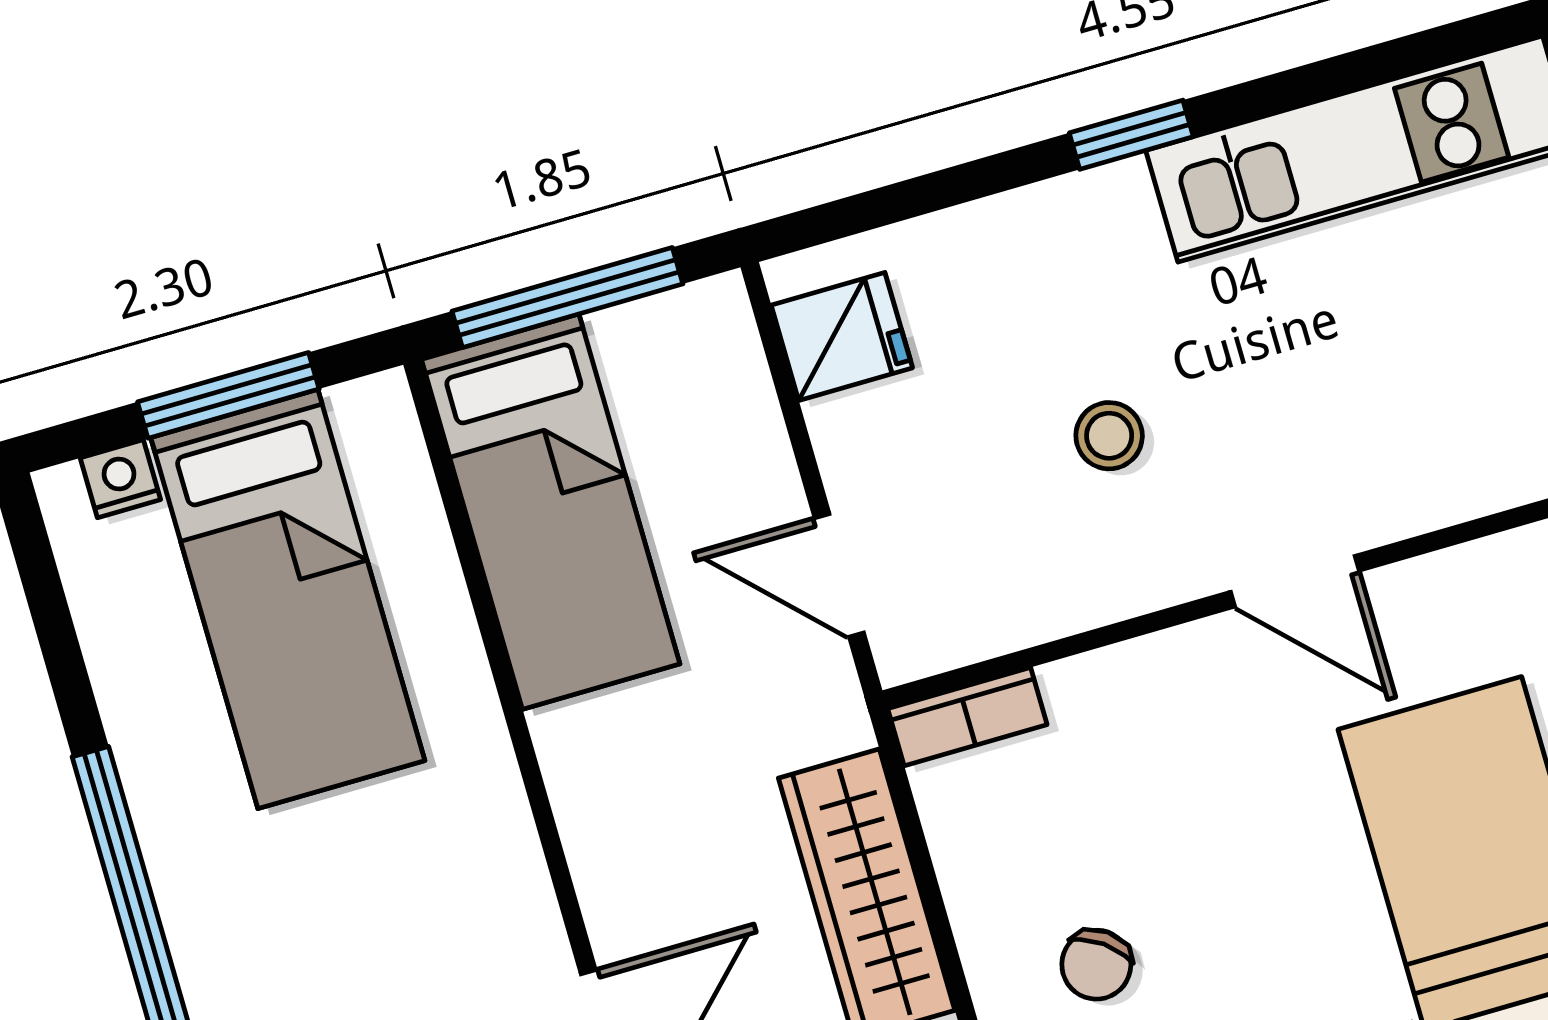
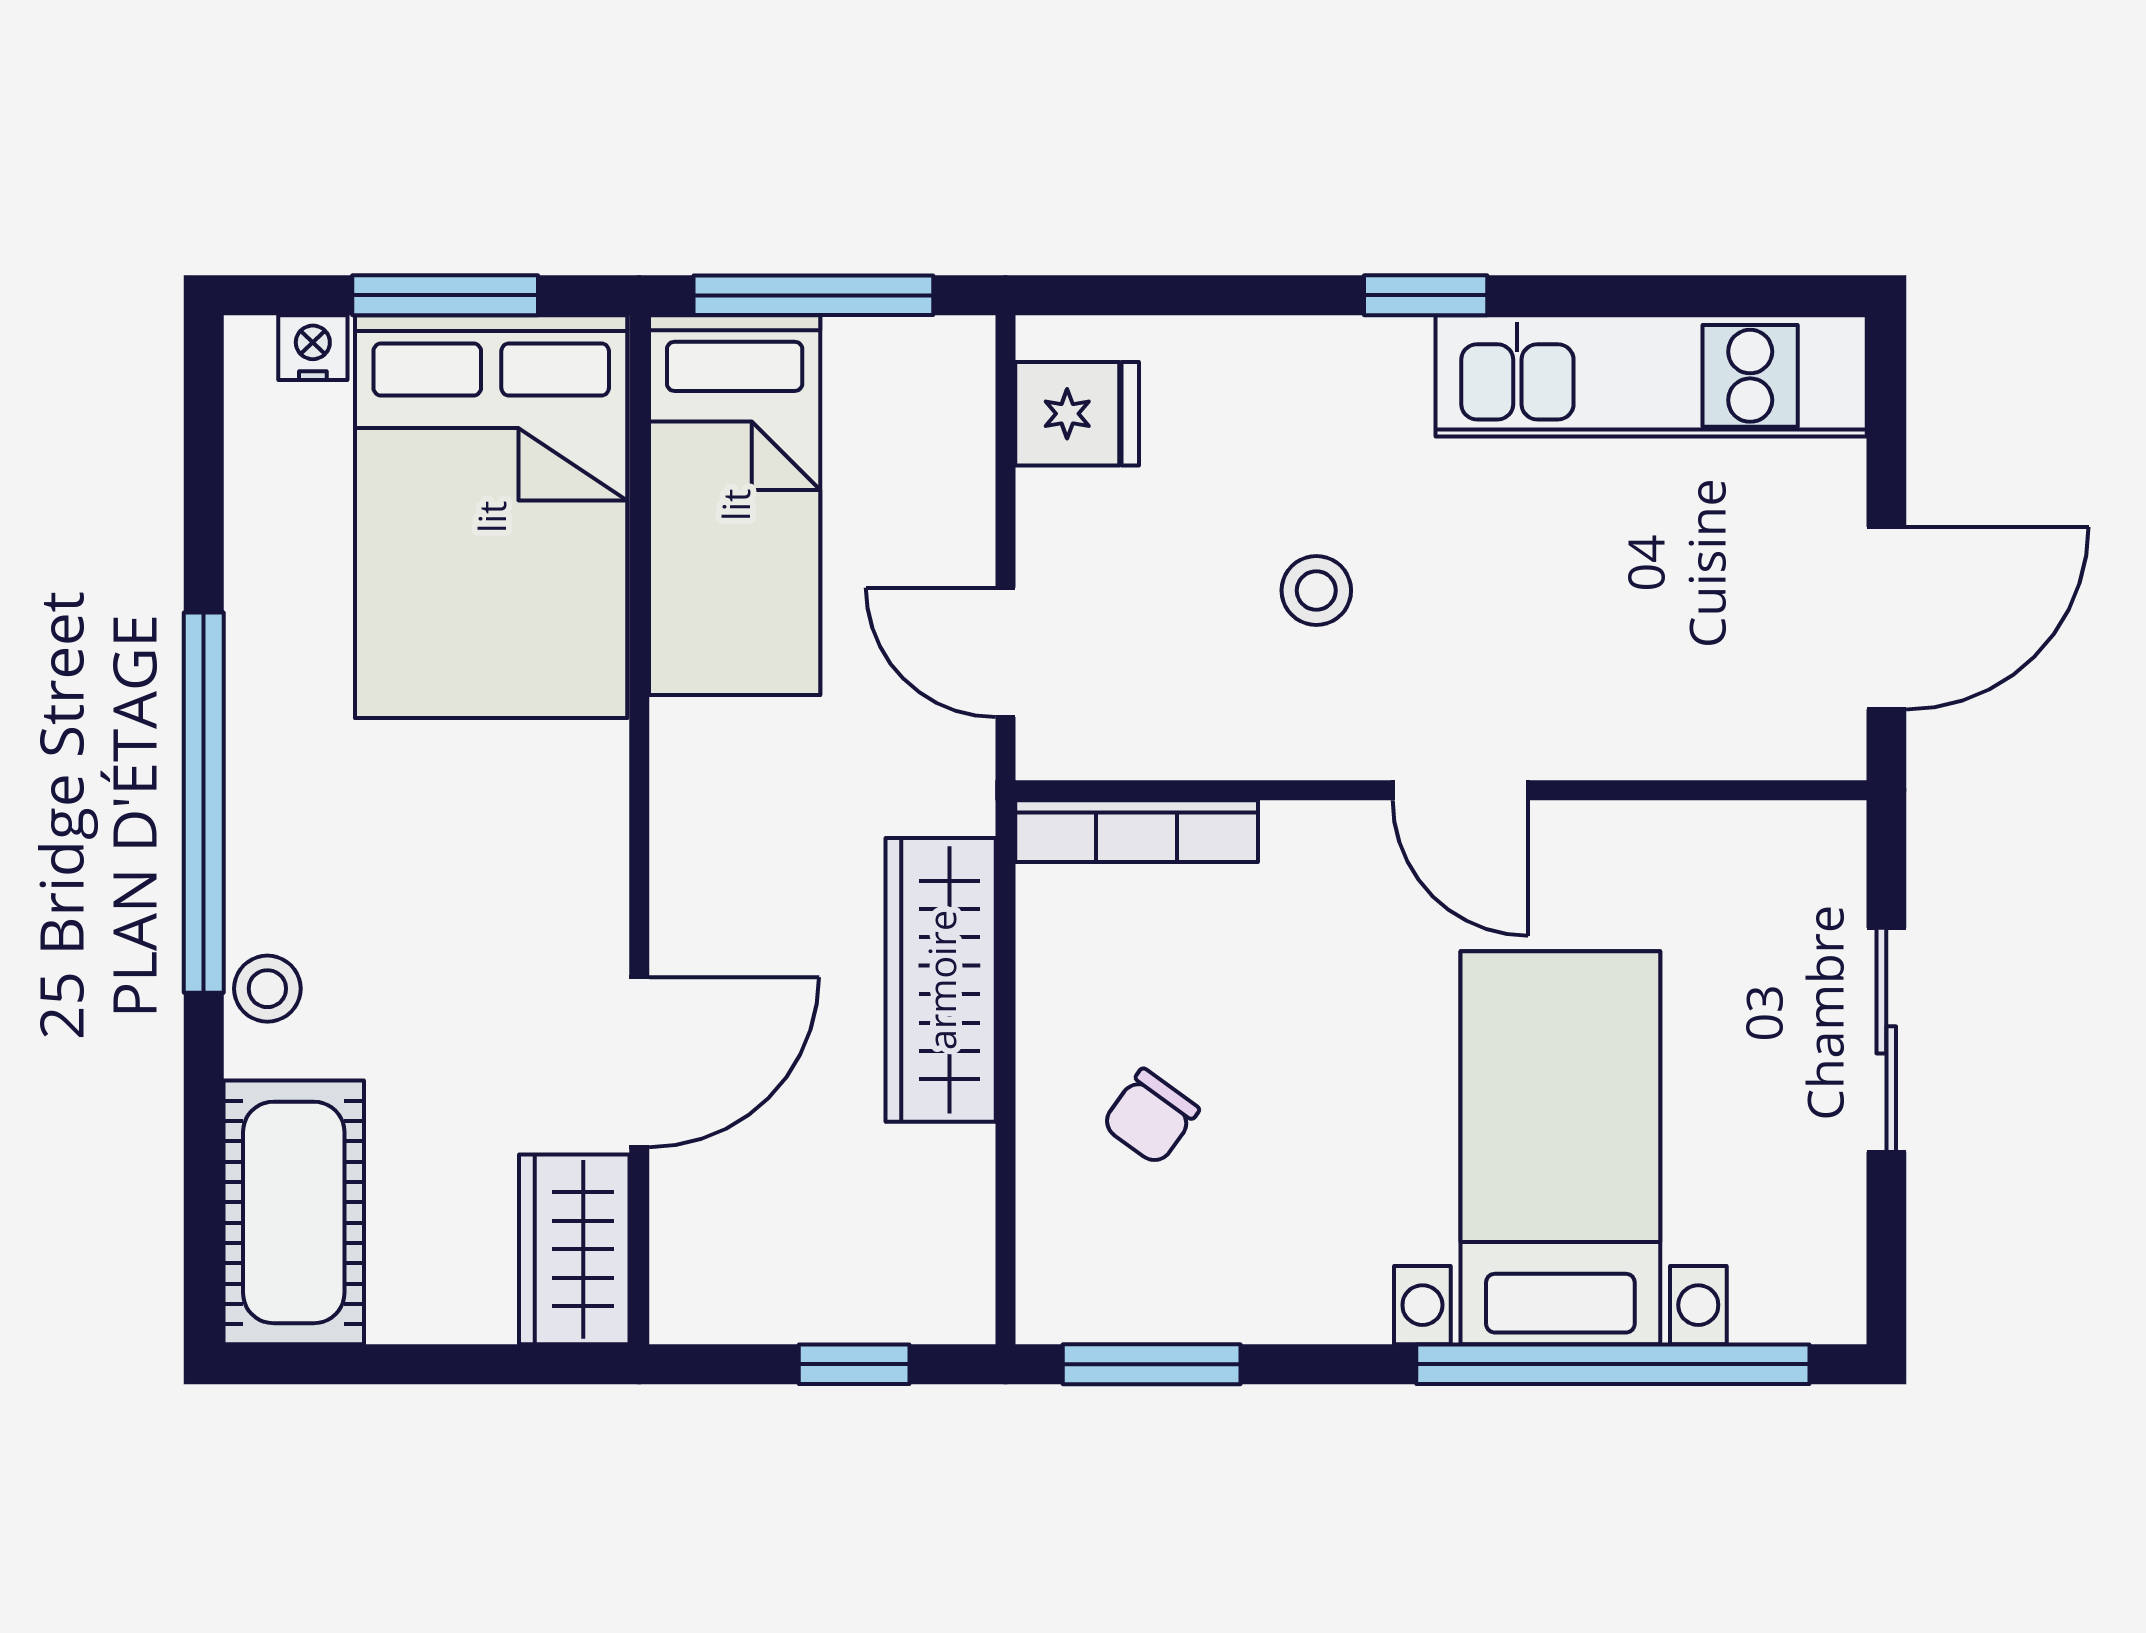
bed: (288, 599) -> (491, 517), width x1.50
bookcase: (967, 717) -> (1137, 831), width x1.56

